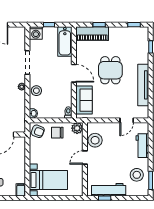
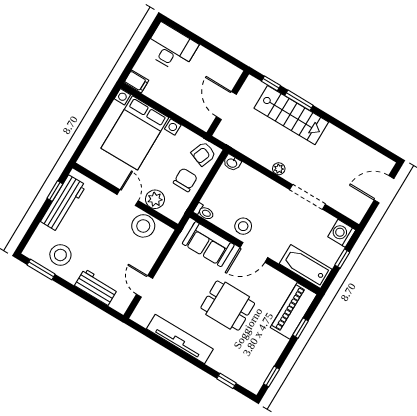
stool: (36, 91) -> (243, 226), moved
plant: (77, 128) -> (155, 199), moved
bed with nightstands: (48, 180) -> (135, 133), width x1.36

